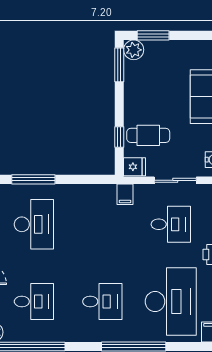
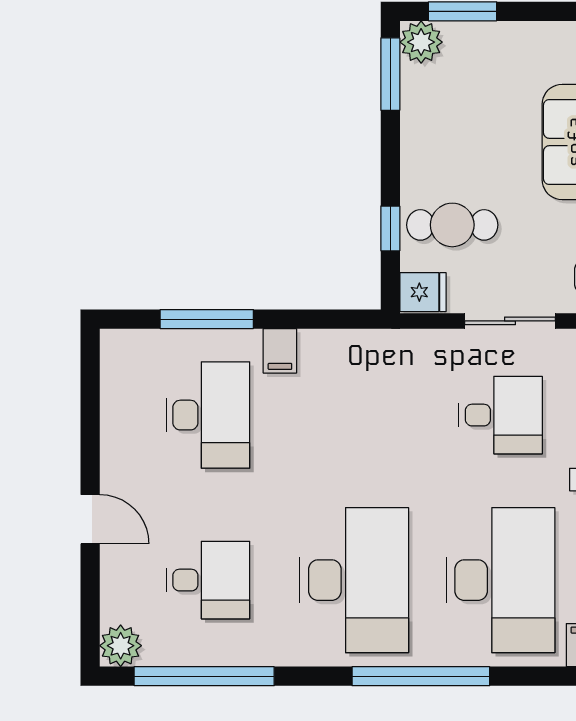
filing cabinet: (125, 194) -> (280, 351), moved
desk: (102, 302) -> (354, 580), width x1.87, depth x1.30

